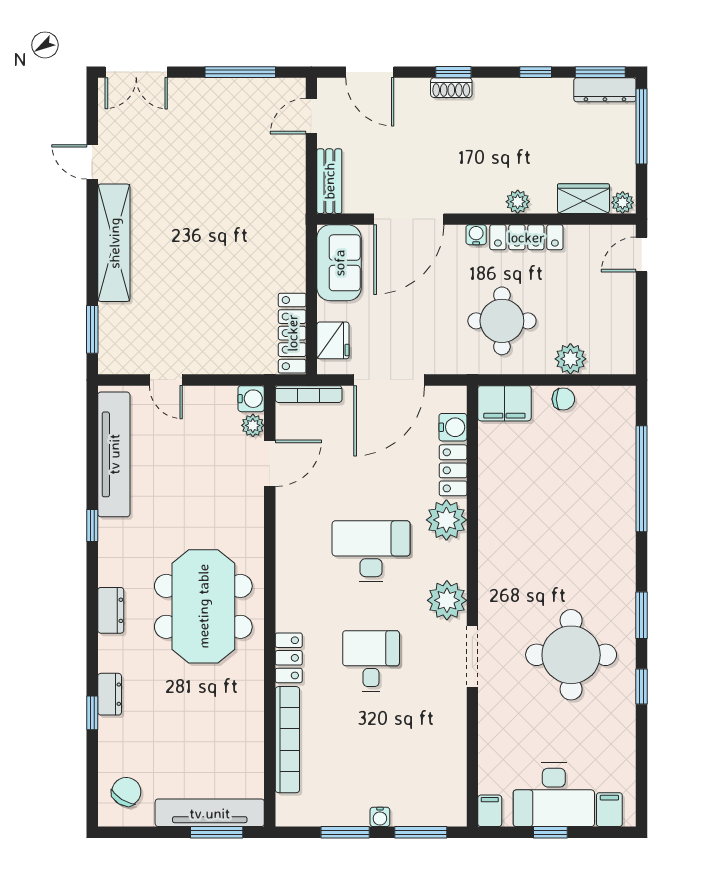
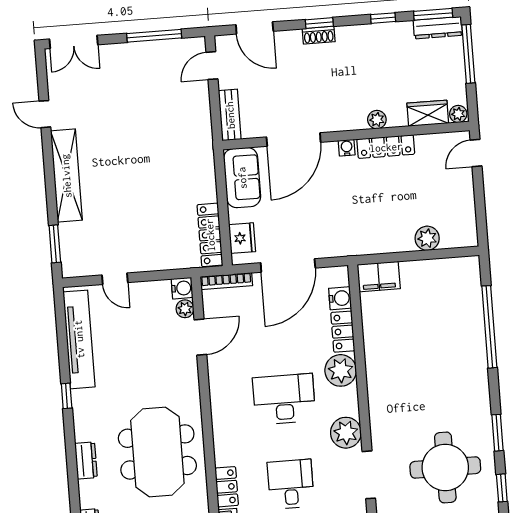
round table: (502, 321) -> (372, 213), removed
chair: (563, 399) -> (424, 270), removed

